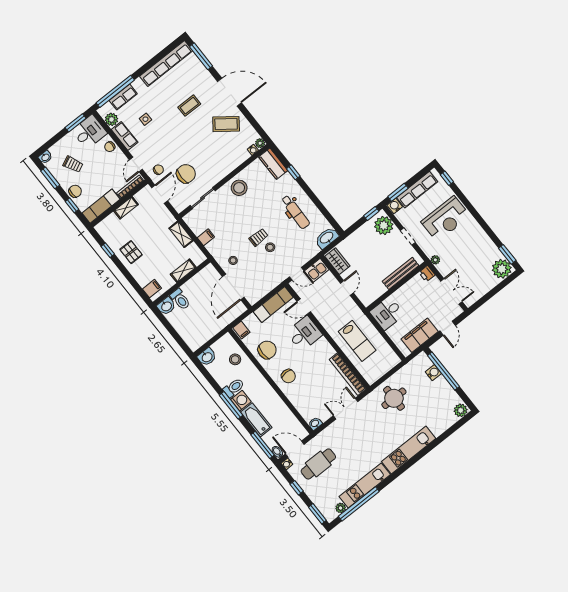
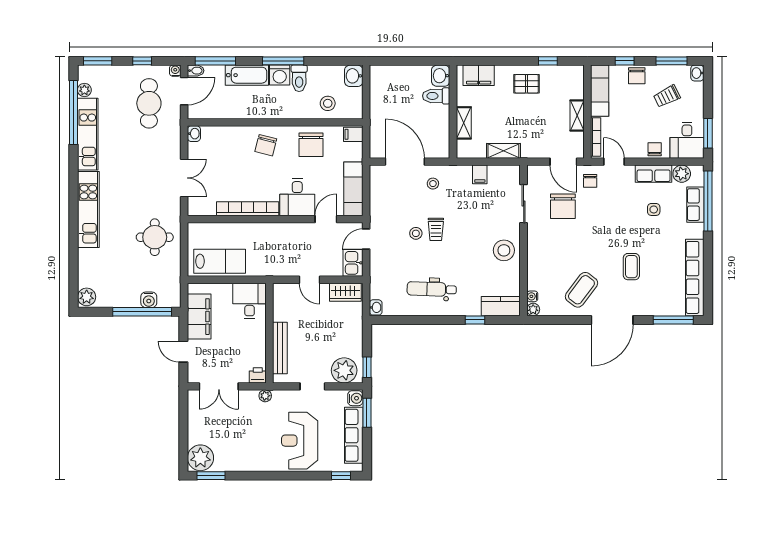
washbasin: (327, 238) -> (376, 307), width x0.52, depth x0.69
filing cabinet: (152, 289) -> (479, 75), width x2.00
lab bench: (357, 341) -> (220, 261), moved, turned 180
bookcase: (348, 374) -> (248, 209), moved
chair: (288, 376) -> (266, 145), turned -76

